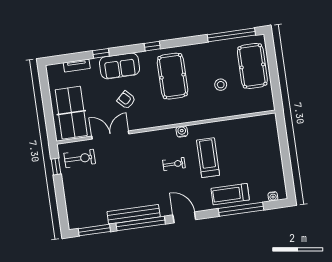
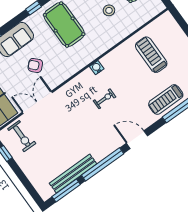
exercise bike: (80, 158) -> (22, 136), turned 90
treadmill: (208, 158) -> (151, 55), moved
bench: (134, 214) -> (73, 174), moved

